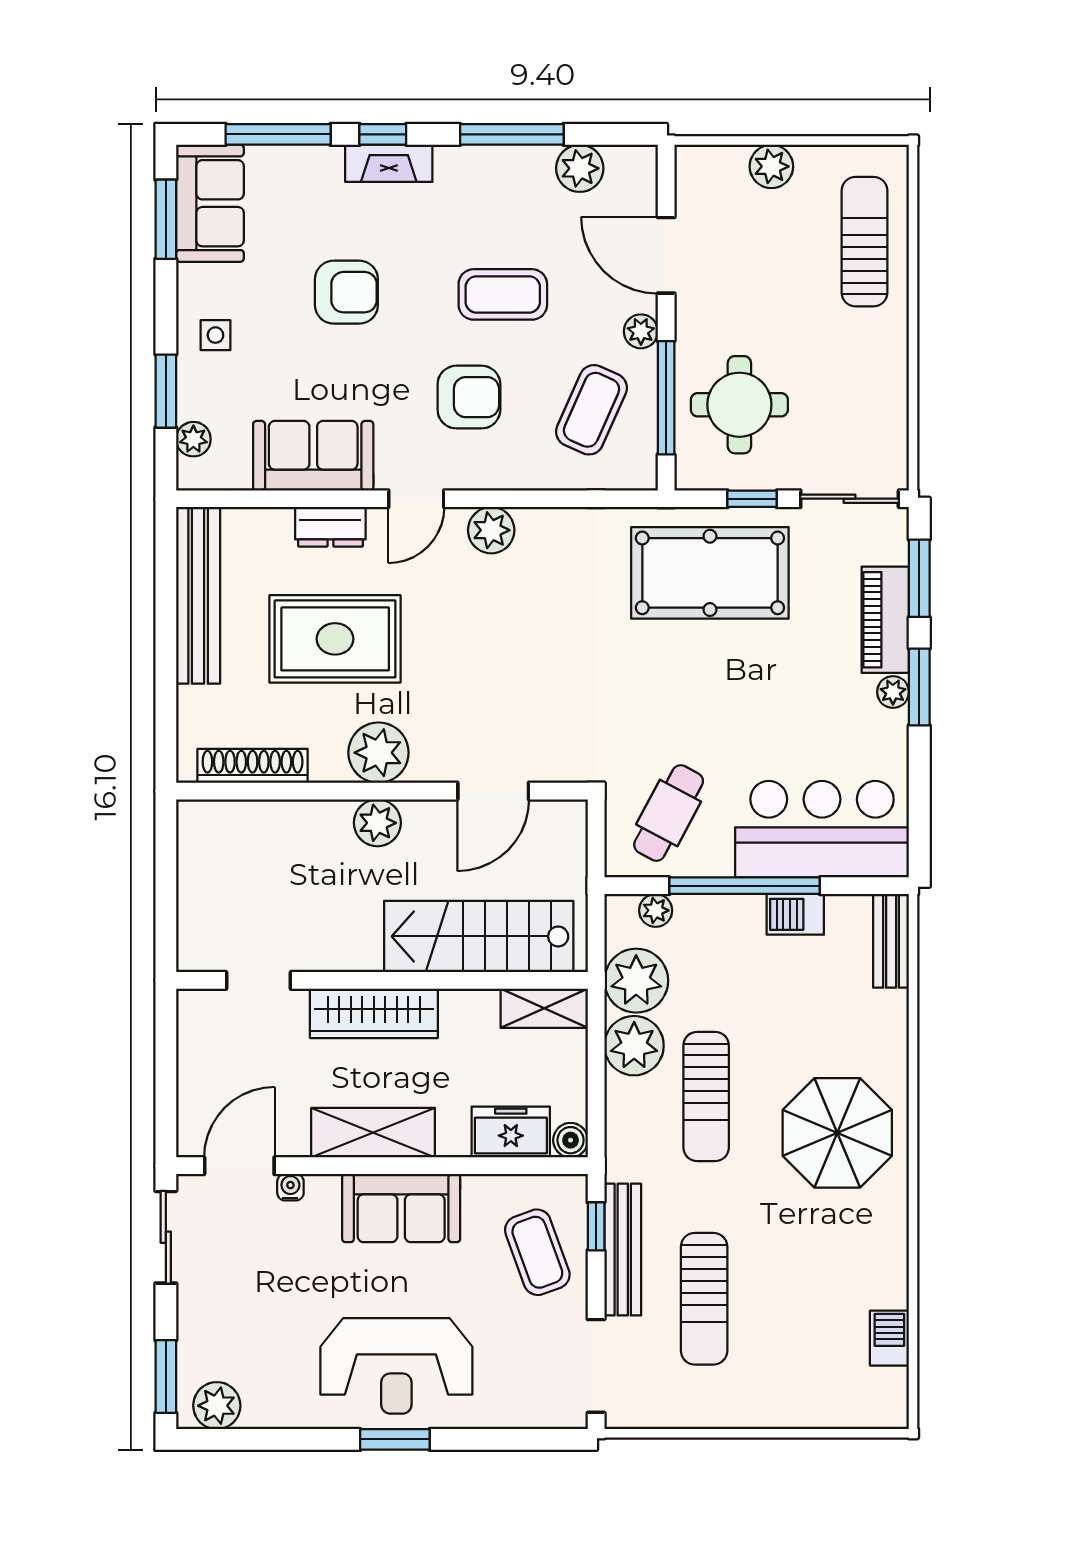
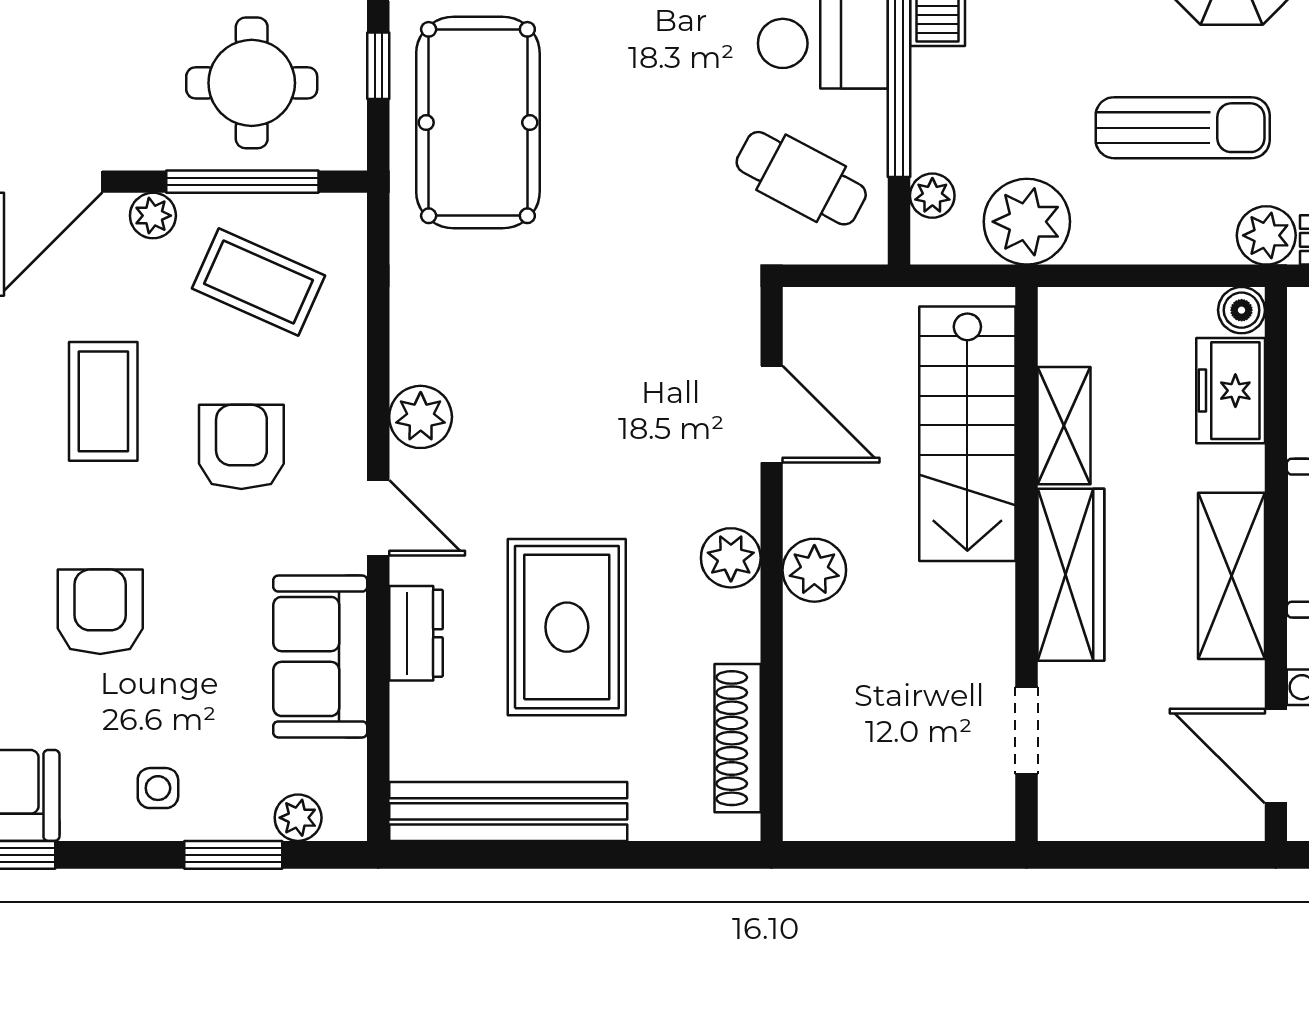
plant: (378, 753) -> (731, 558), width x0.73, depth x0.73
shelving: (544, 1008) -> (1064, 426), moved
plant: (634, 1046) -> (1266, 235), moved, width x0.73, depth x0.73

